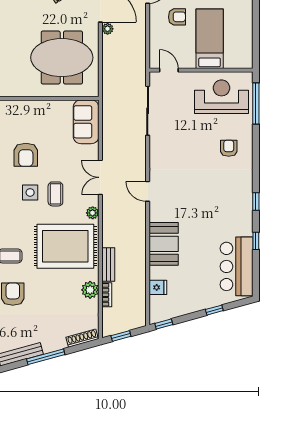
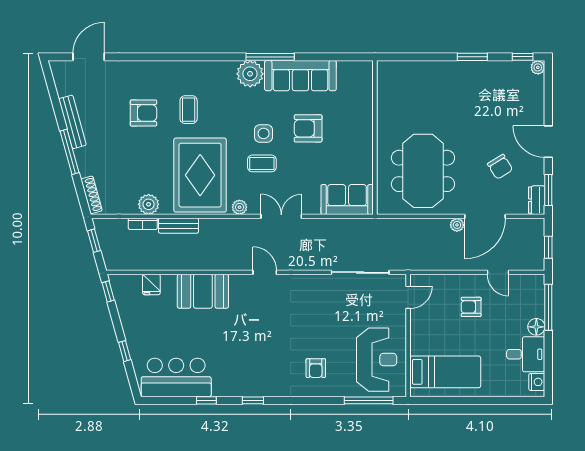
armchair: (177, 17) -> (471, 307), turned 90
bed: (210, 39) -> (445, 372), moved
armchair: (229, 148) -> (316, 368), turned 90
door: (148, 191) -> (265, 272), hinge flipped

